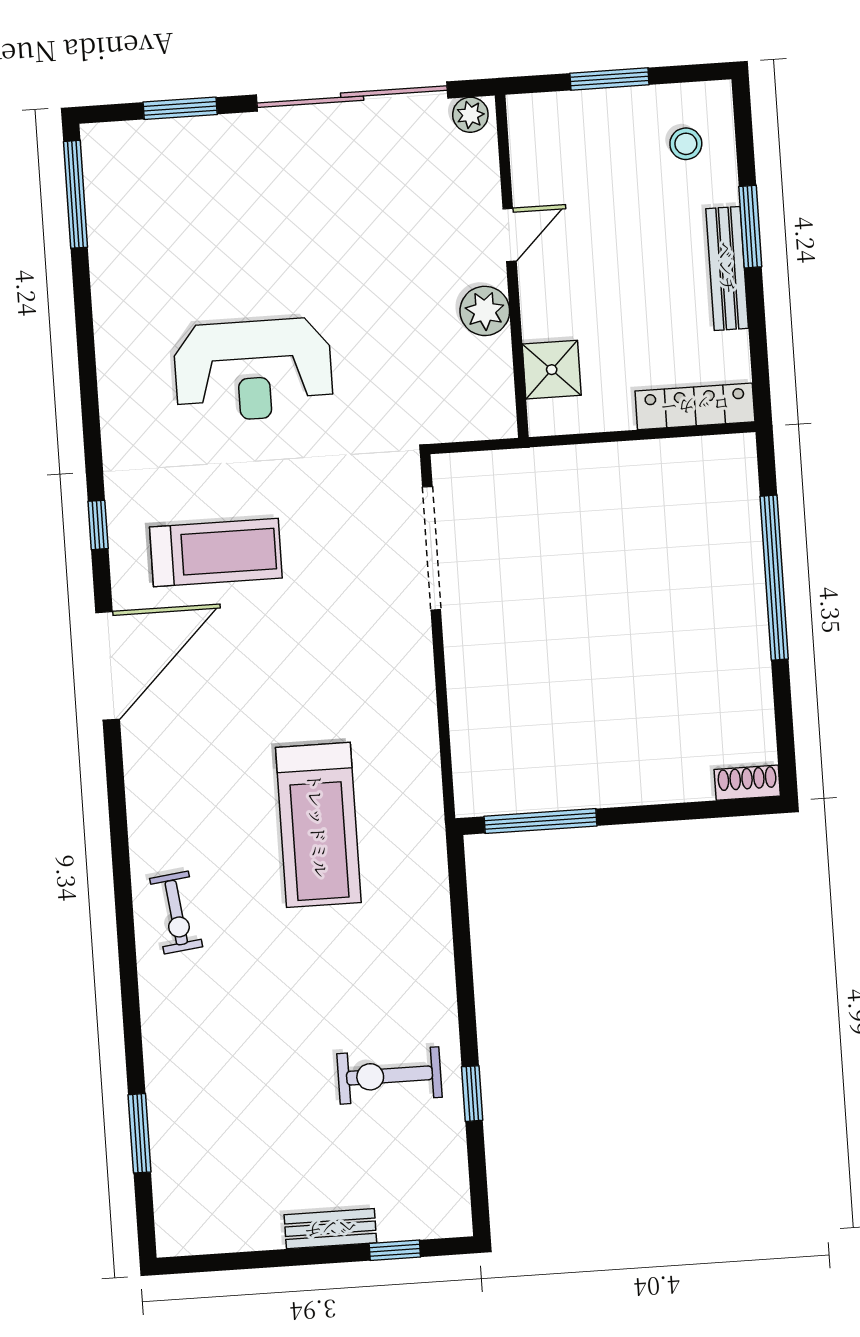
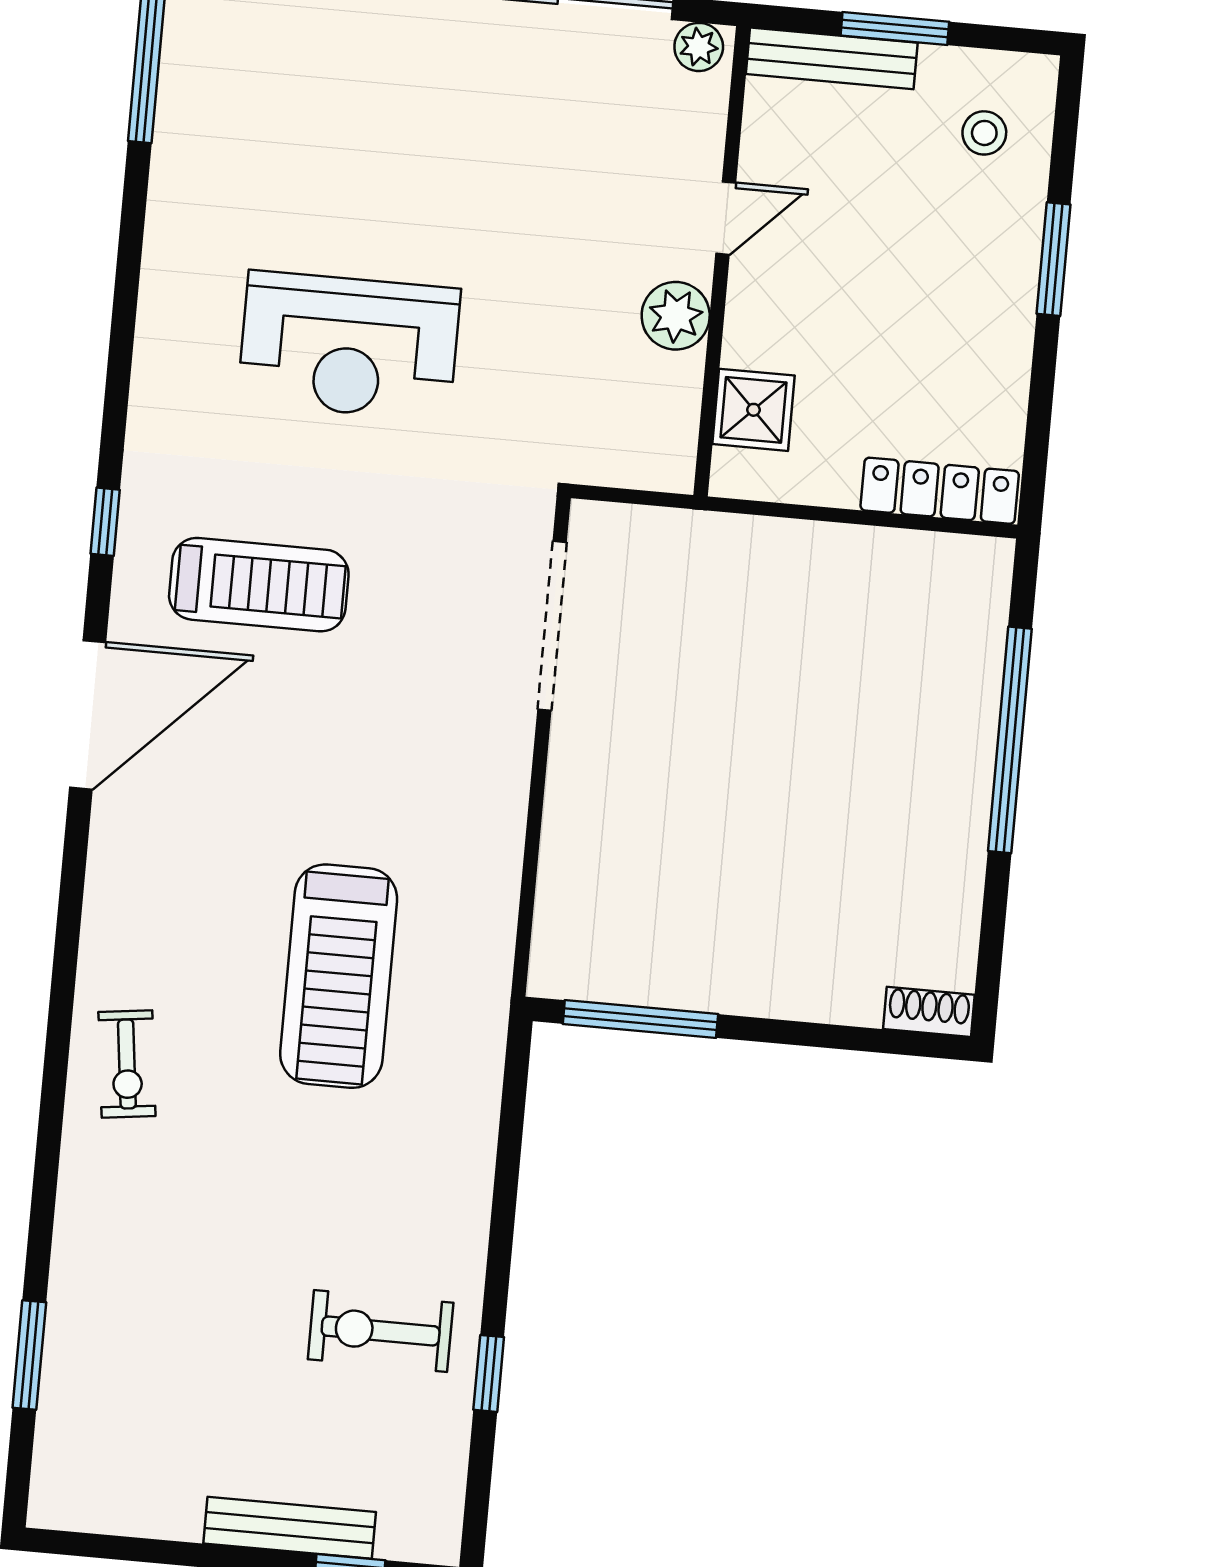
bench: (727, 268) -> (832, 58), moved, turned 90
bench: (330, 1229) -> (290, 1528), width x1.36

